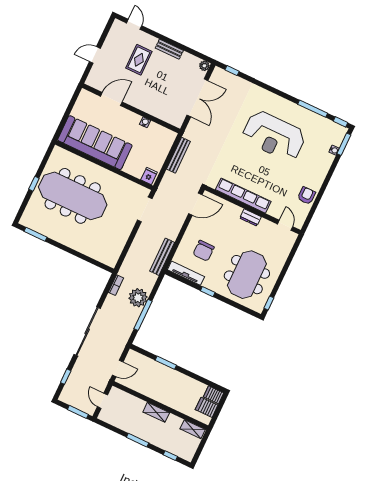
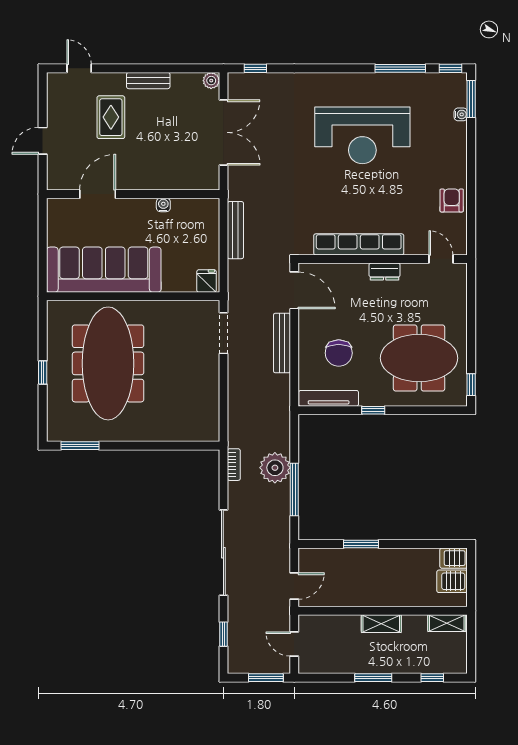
meeting table: (73, 196) -> (108, 363), turned 90
door: (195, 204) -> (294, 290), hinge flipped
bench: (162, 257) -> (282, 343), moved
meeting table: (247, 275) -> (419, 358), turned 90

